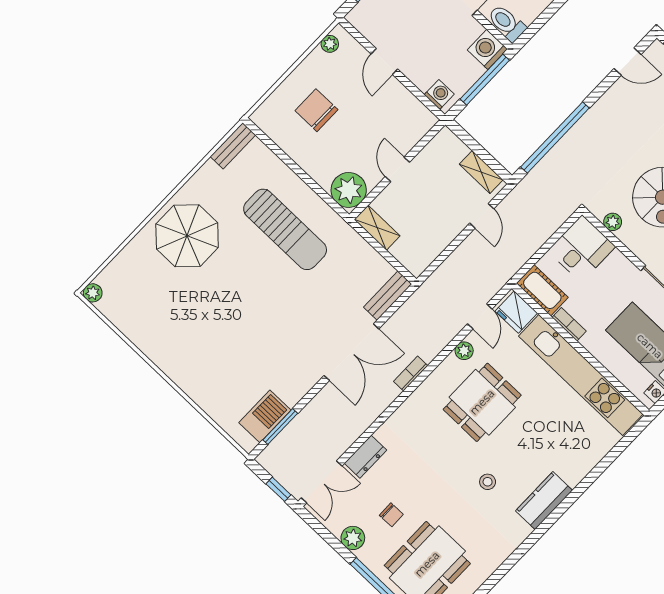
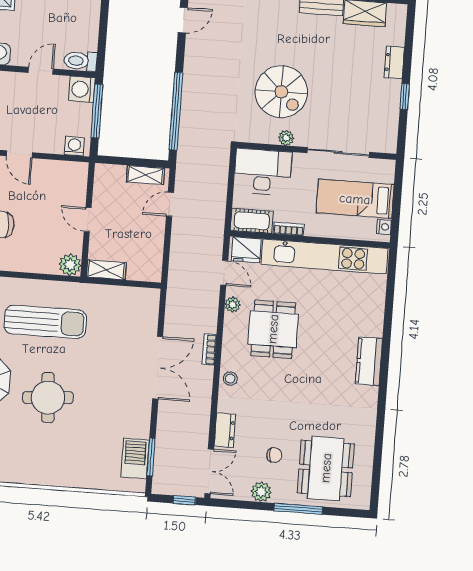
plant: (349, 190) -> (70, 265), width x0.73, depth x0.73
door: (482, 216) -> (170, 204), swing flipped
plant: (613, 222) -> (286, 138), moved
desk: (582, 249) -> (263, 172), width x1.37
bench: (388, 296) -> (151, 310), removed
round table: (232, 299) -> (48, 398), added
stool: (488, 482) -> (230, 379), moved

